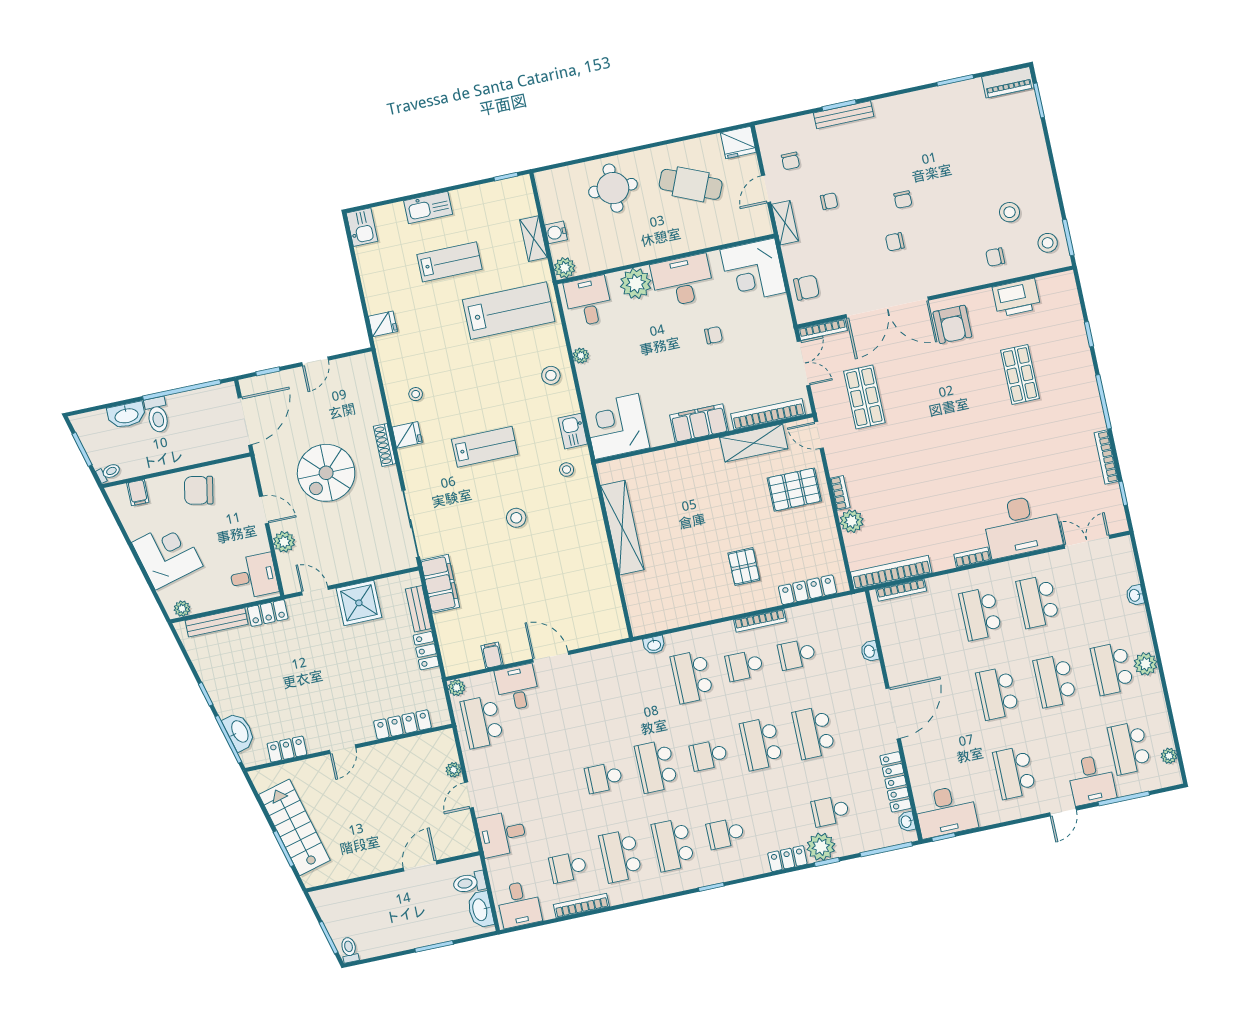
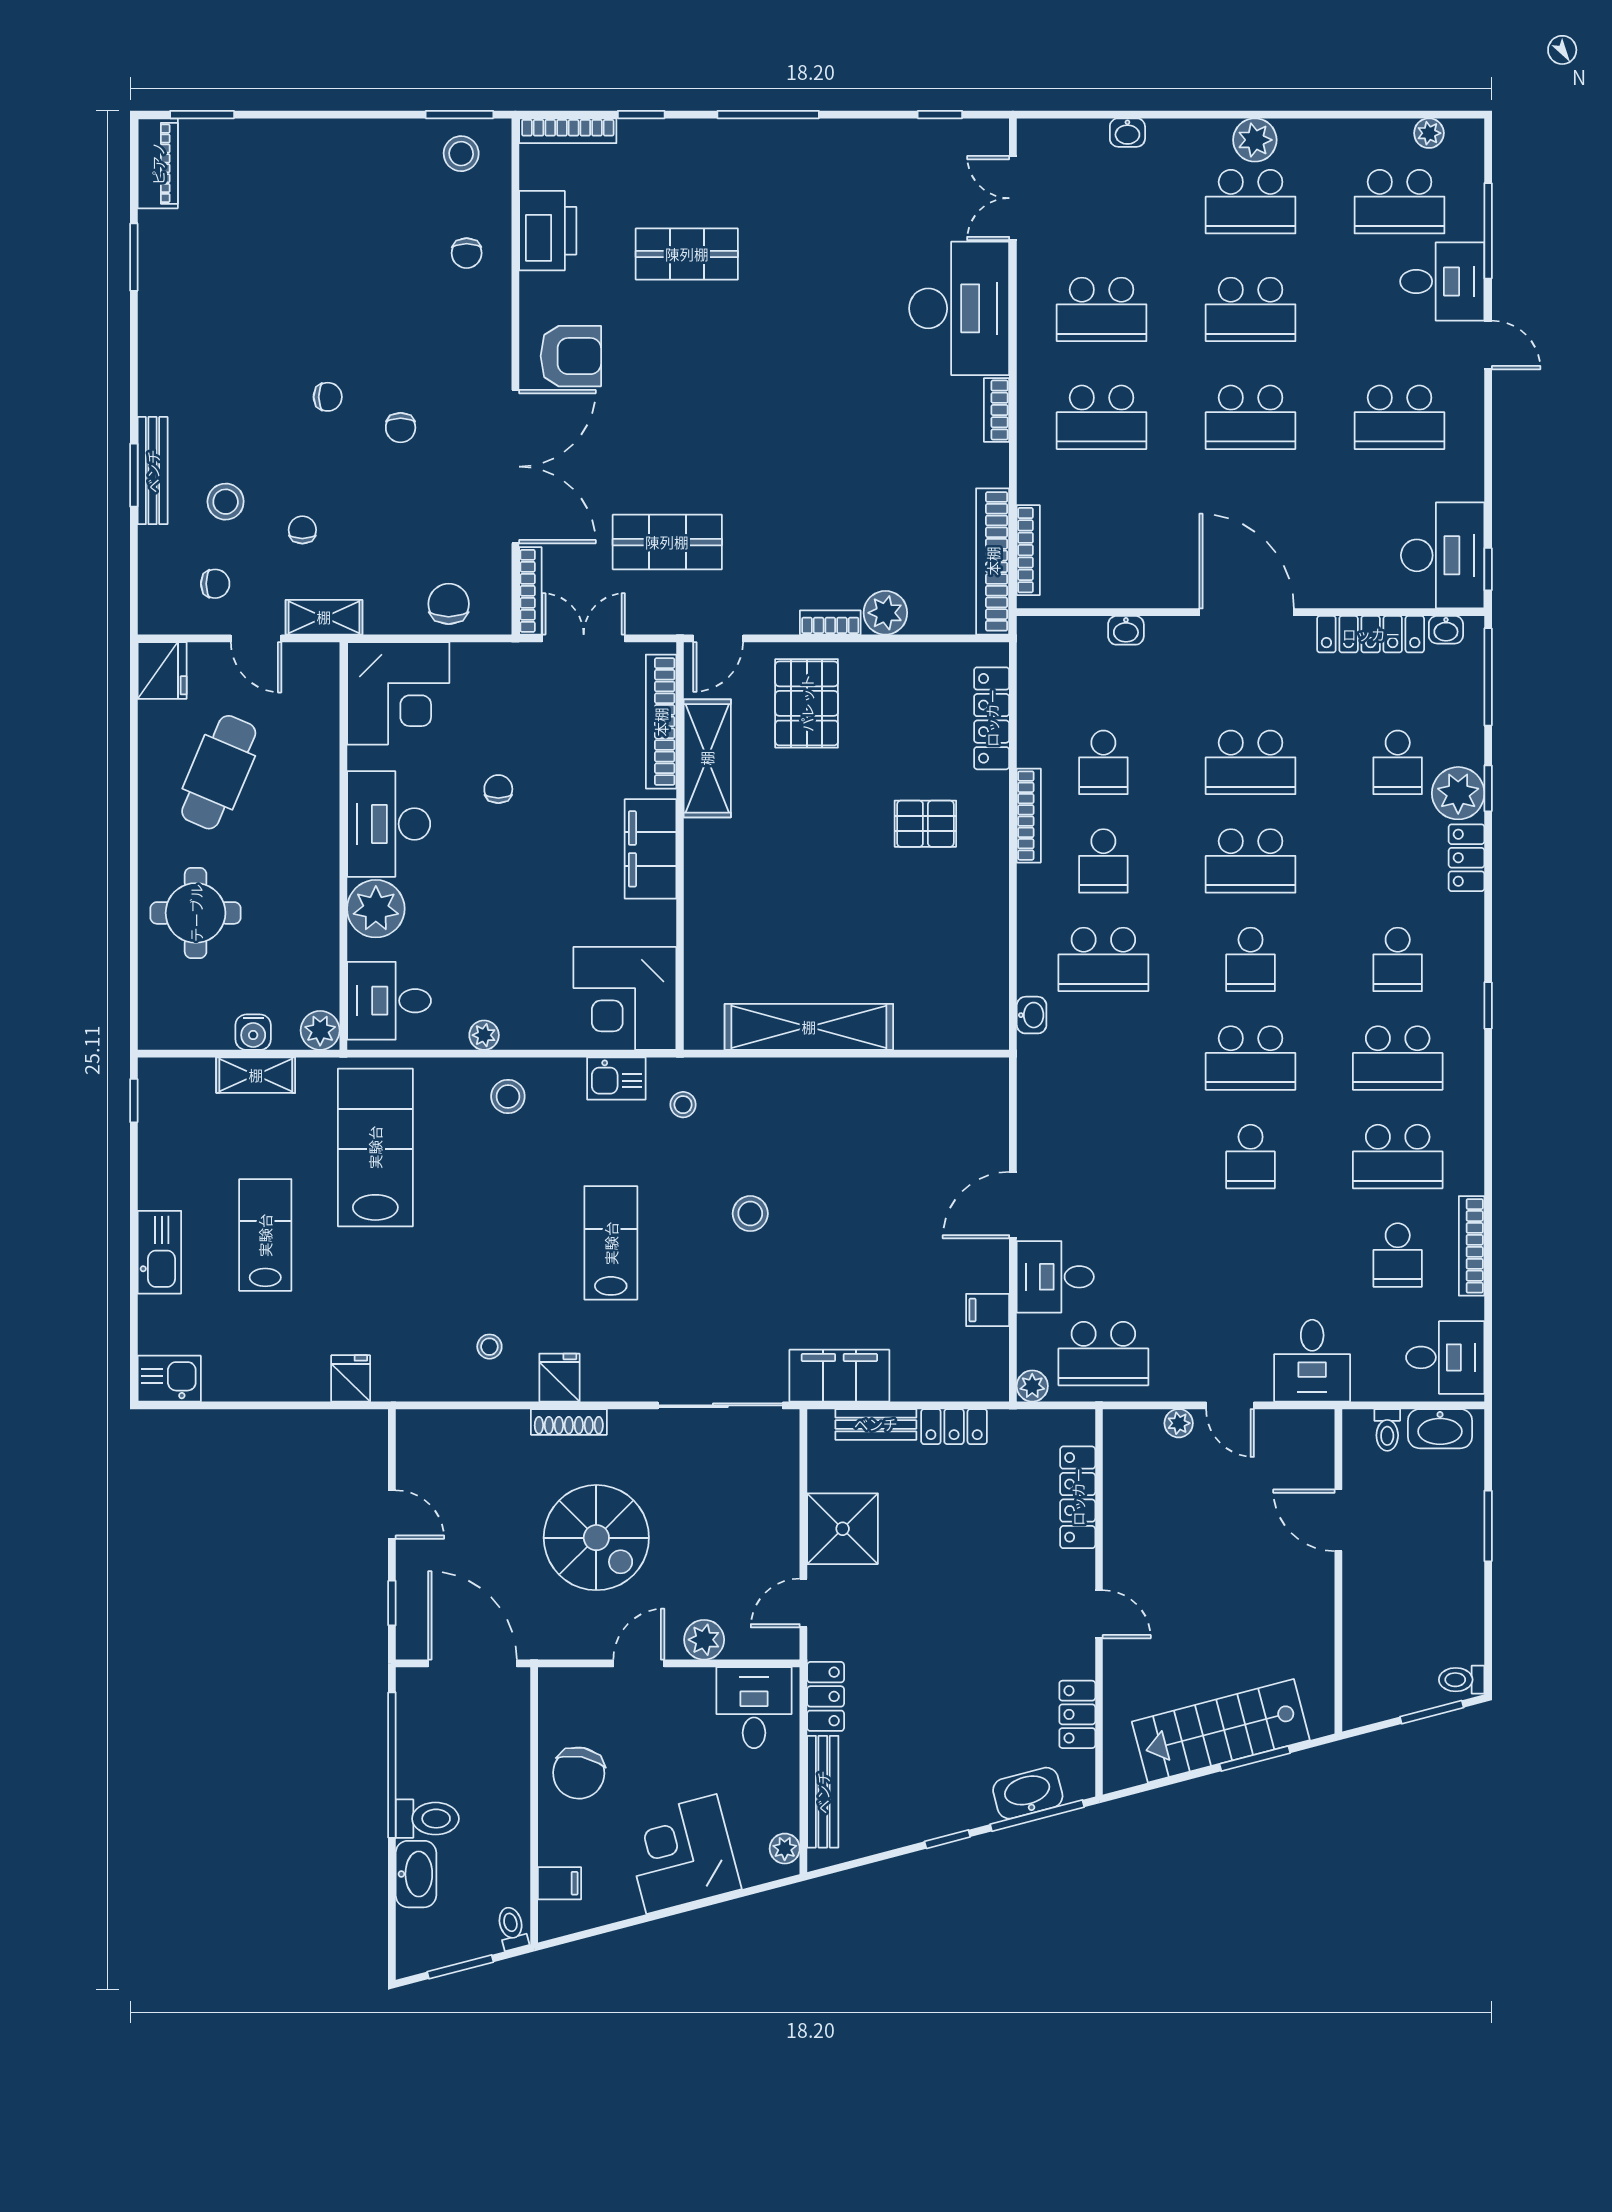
stool: (1010, 212) -> (226, 502), moved
bookcase: (1106, 457) -> (568, 131), moved
toilet: (469, 883) -> (1387, 1430), width x0.73, depth x0.72

